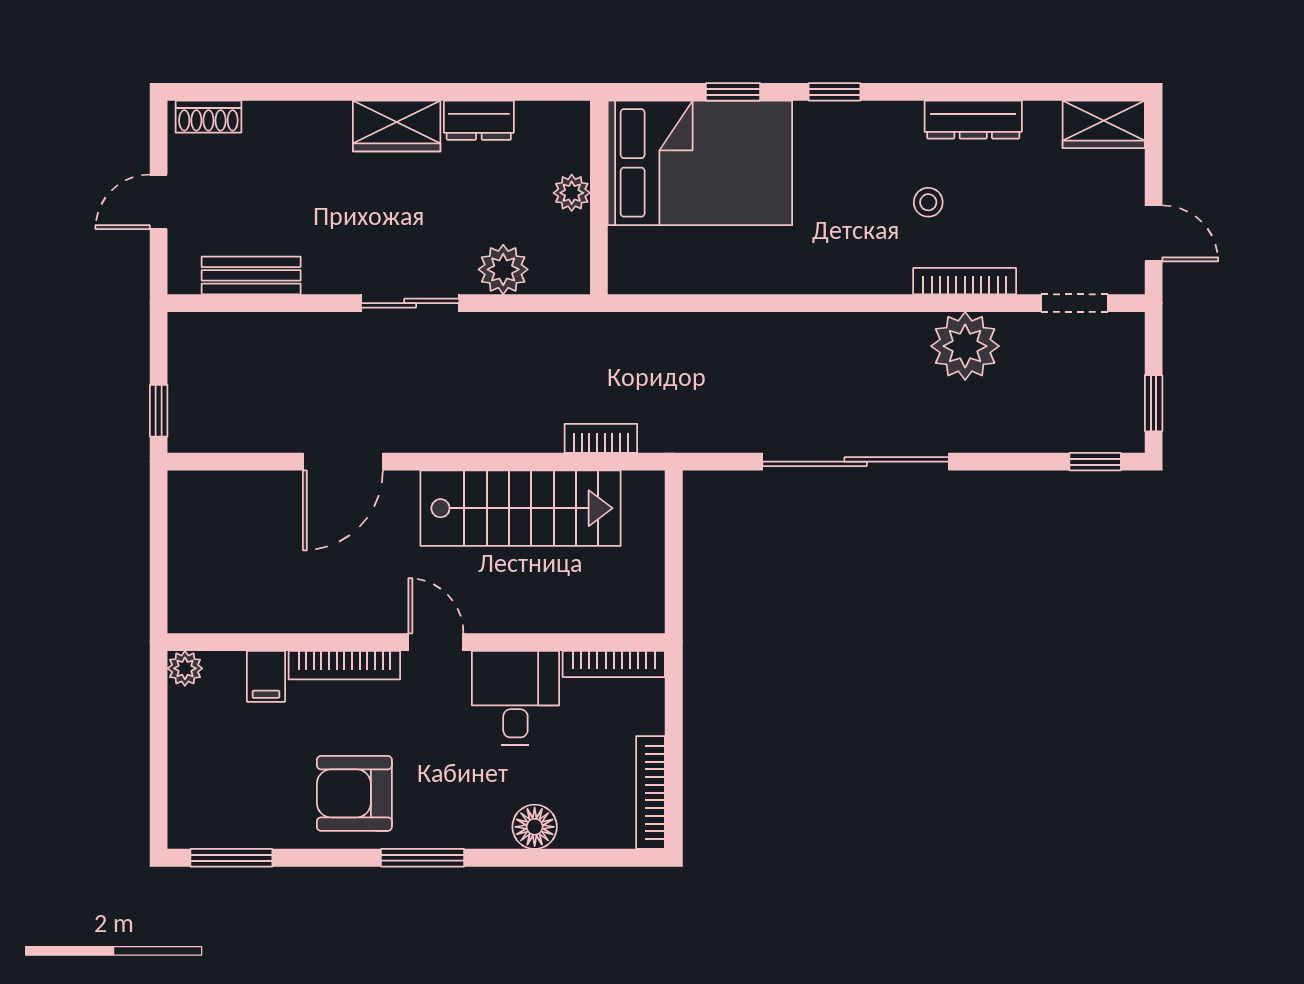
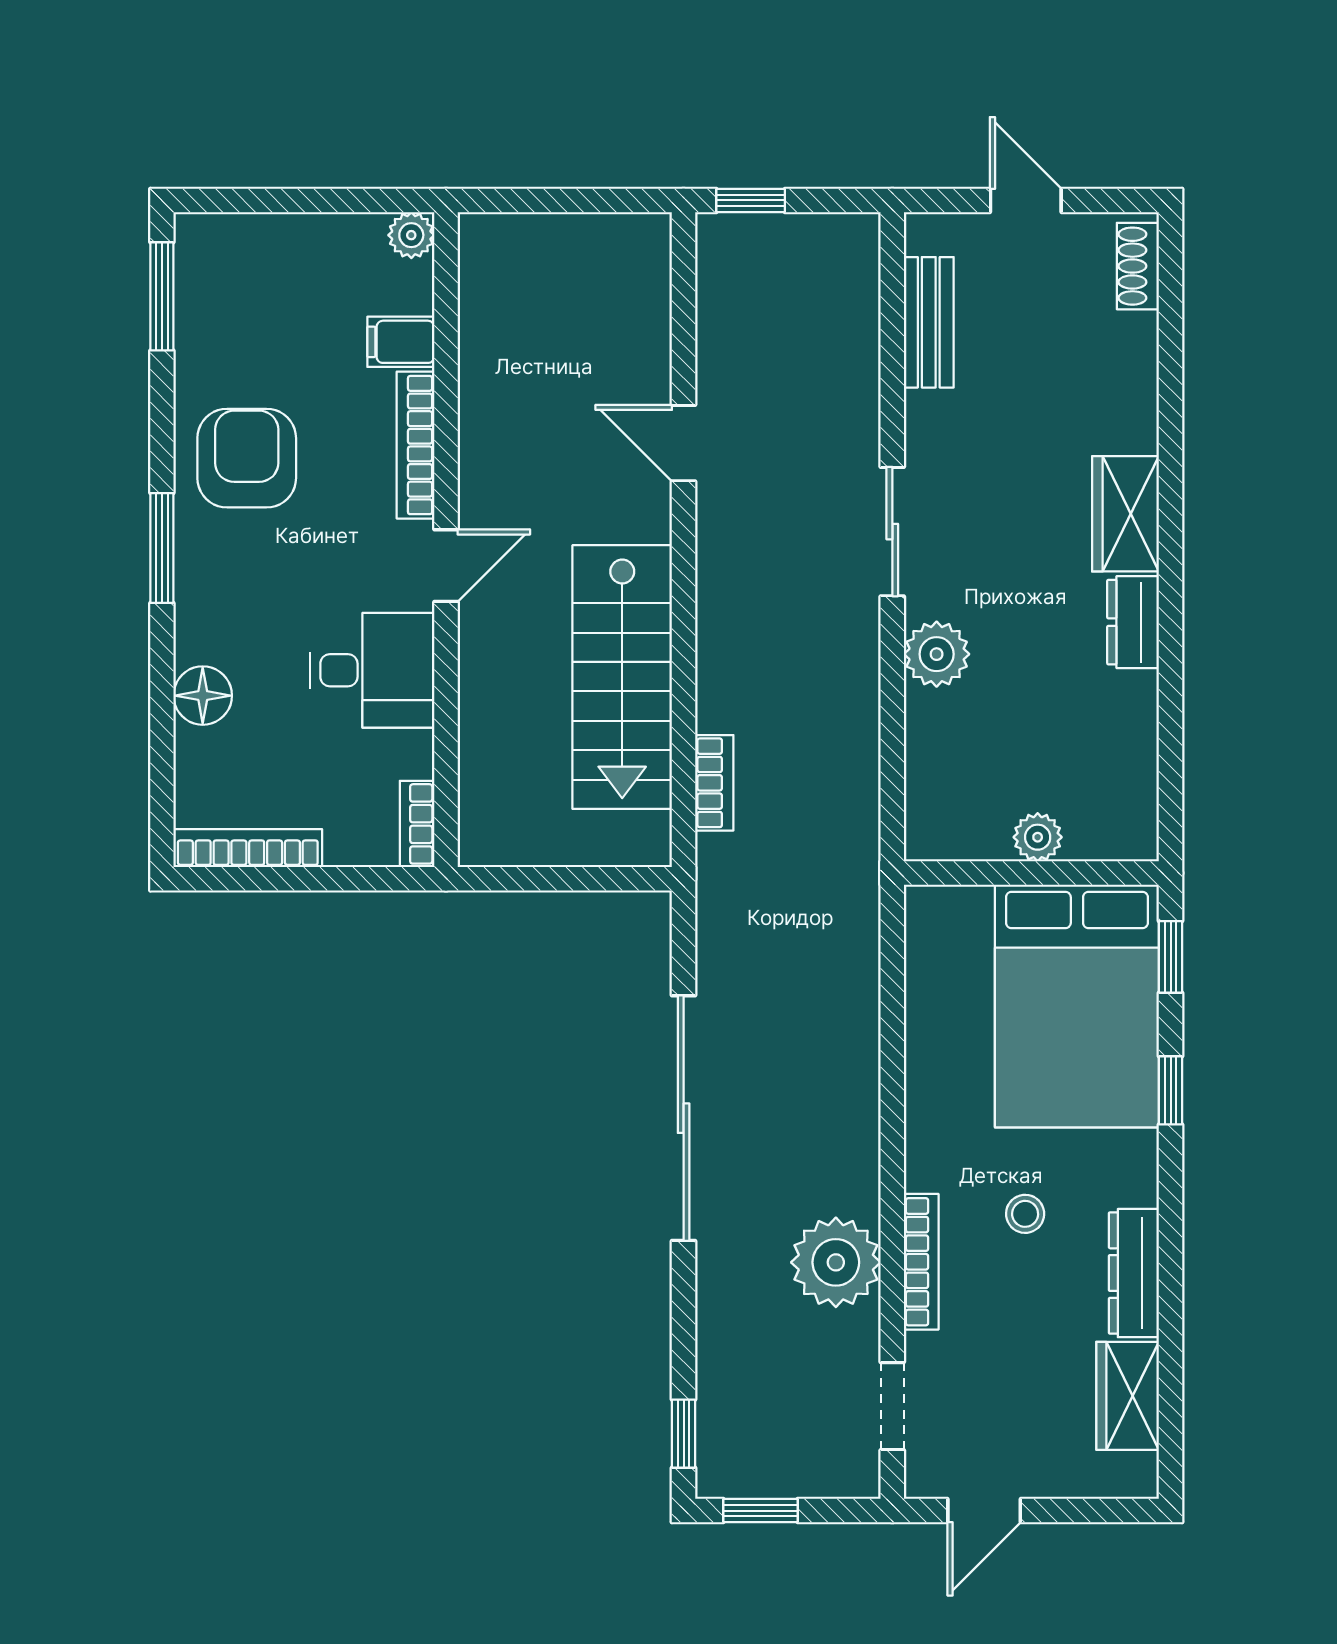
wardrobe: (1104, 124) -> (1128, 1396), moved
bed: (700, 163) -> (1077, 1006), moved
plant: (572, 193) -> (1038, 837), moved
wall: (599, 197) -> (1031, 873), moved
door: (343, 462) -> (684, 443), width x0.73
bookcase: (614, 664) -> (417, 824), width x0.64

